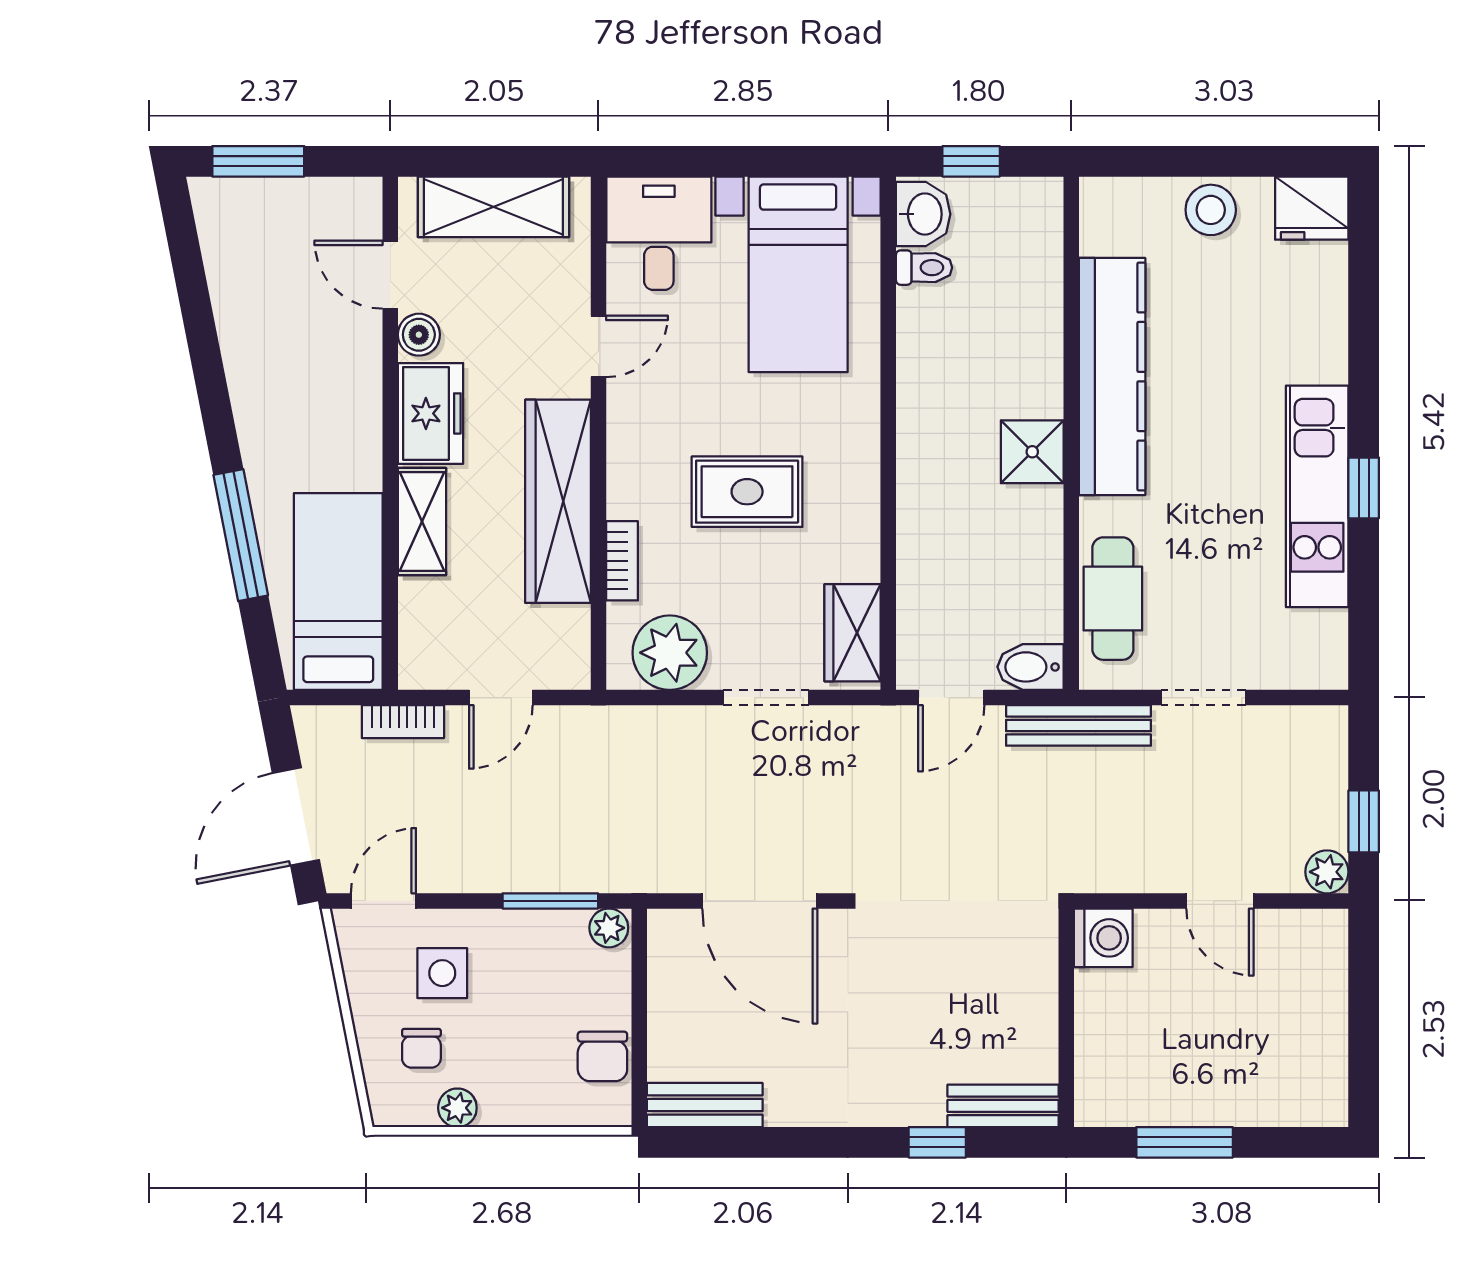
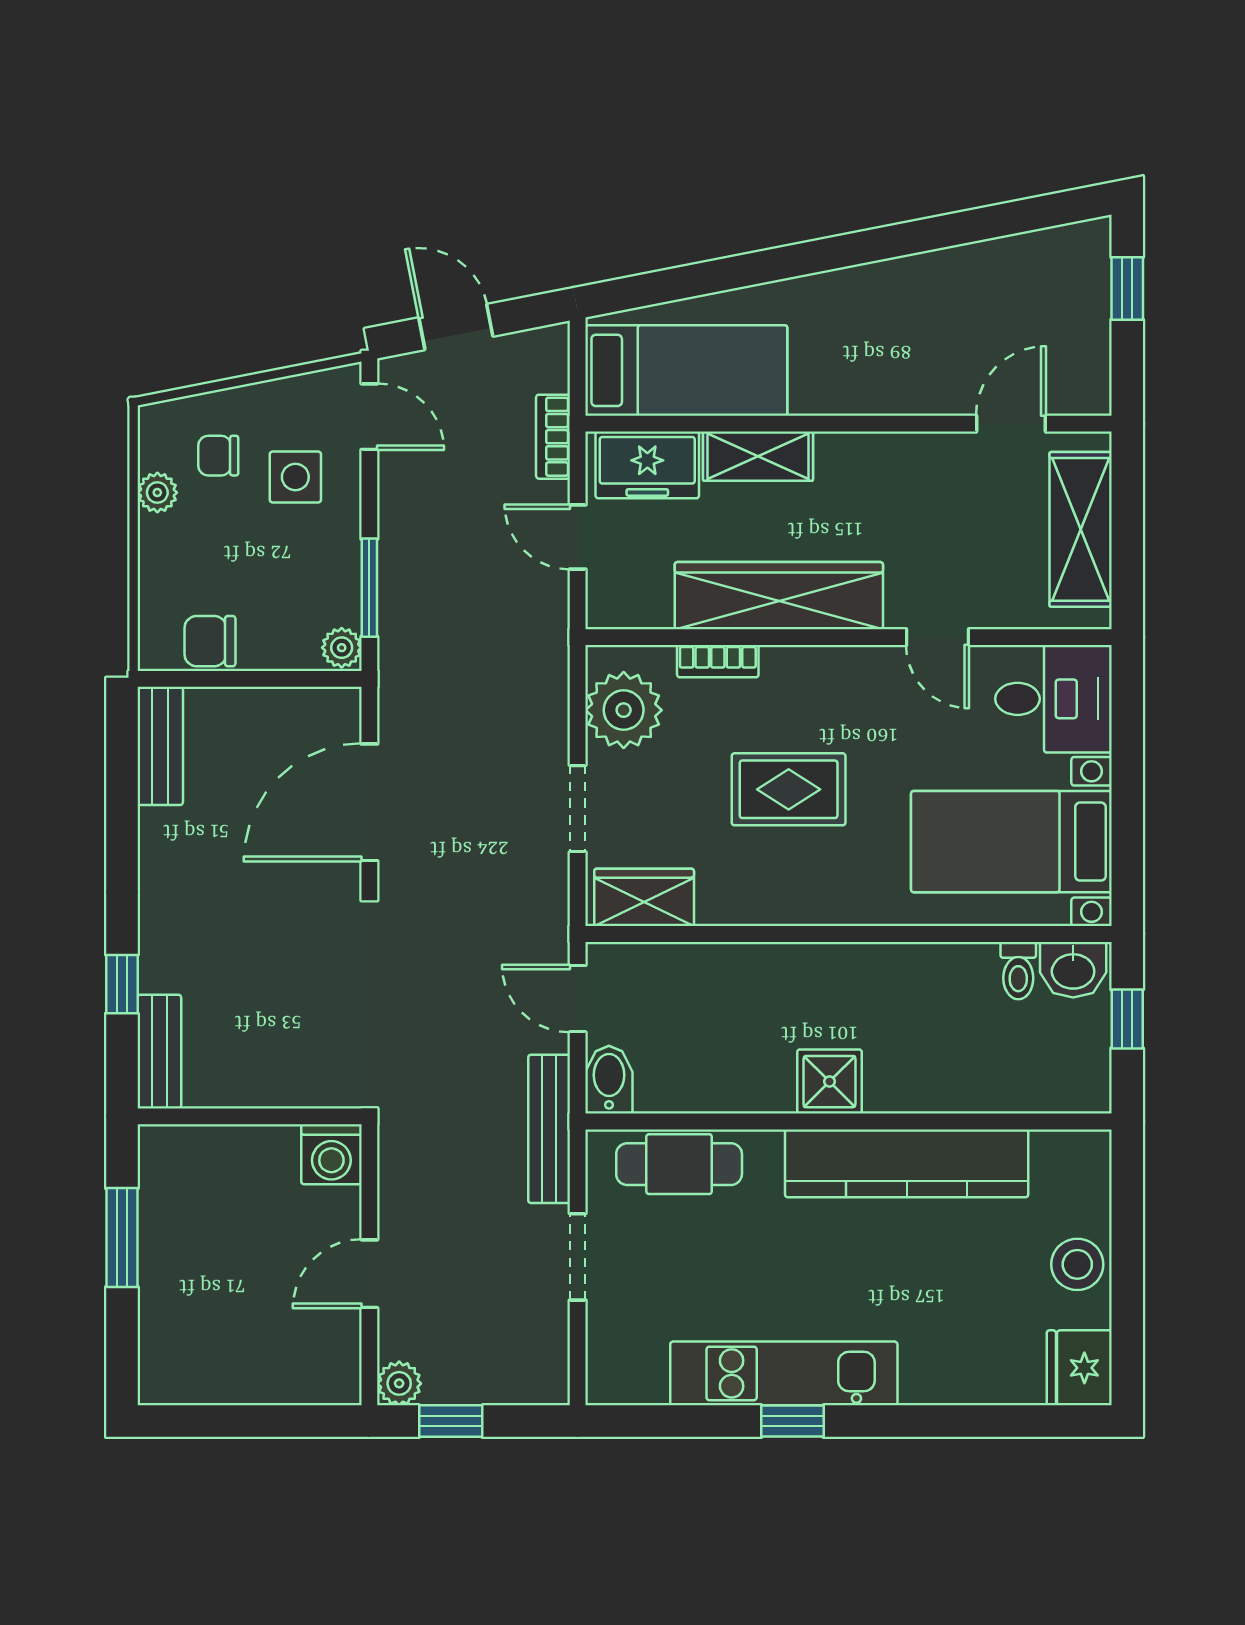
window: (258, 161) -> (1127, 288), width x0.67
boiler: (419, 335) -> (949, 453), removed
freezer: (431, 413) -> (647, 465), moved
rug: (747, 492) -> (789, 789), turned 90
window: (241, 535) -> (744, 270), removed
door: (296, 816) -> (456, 327), width x0.73

